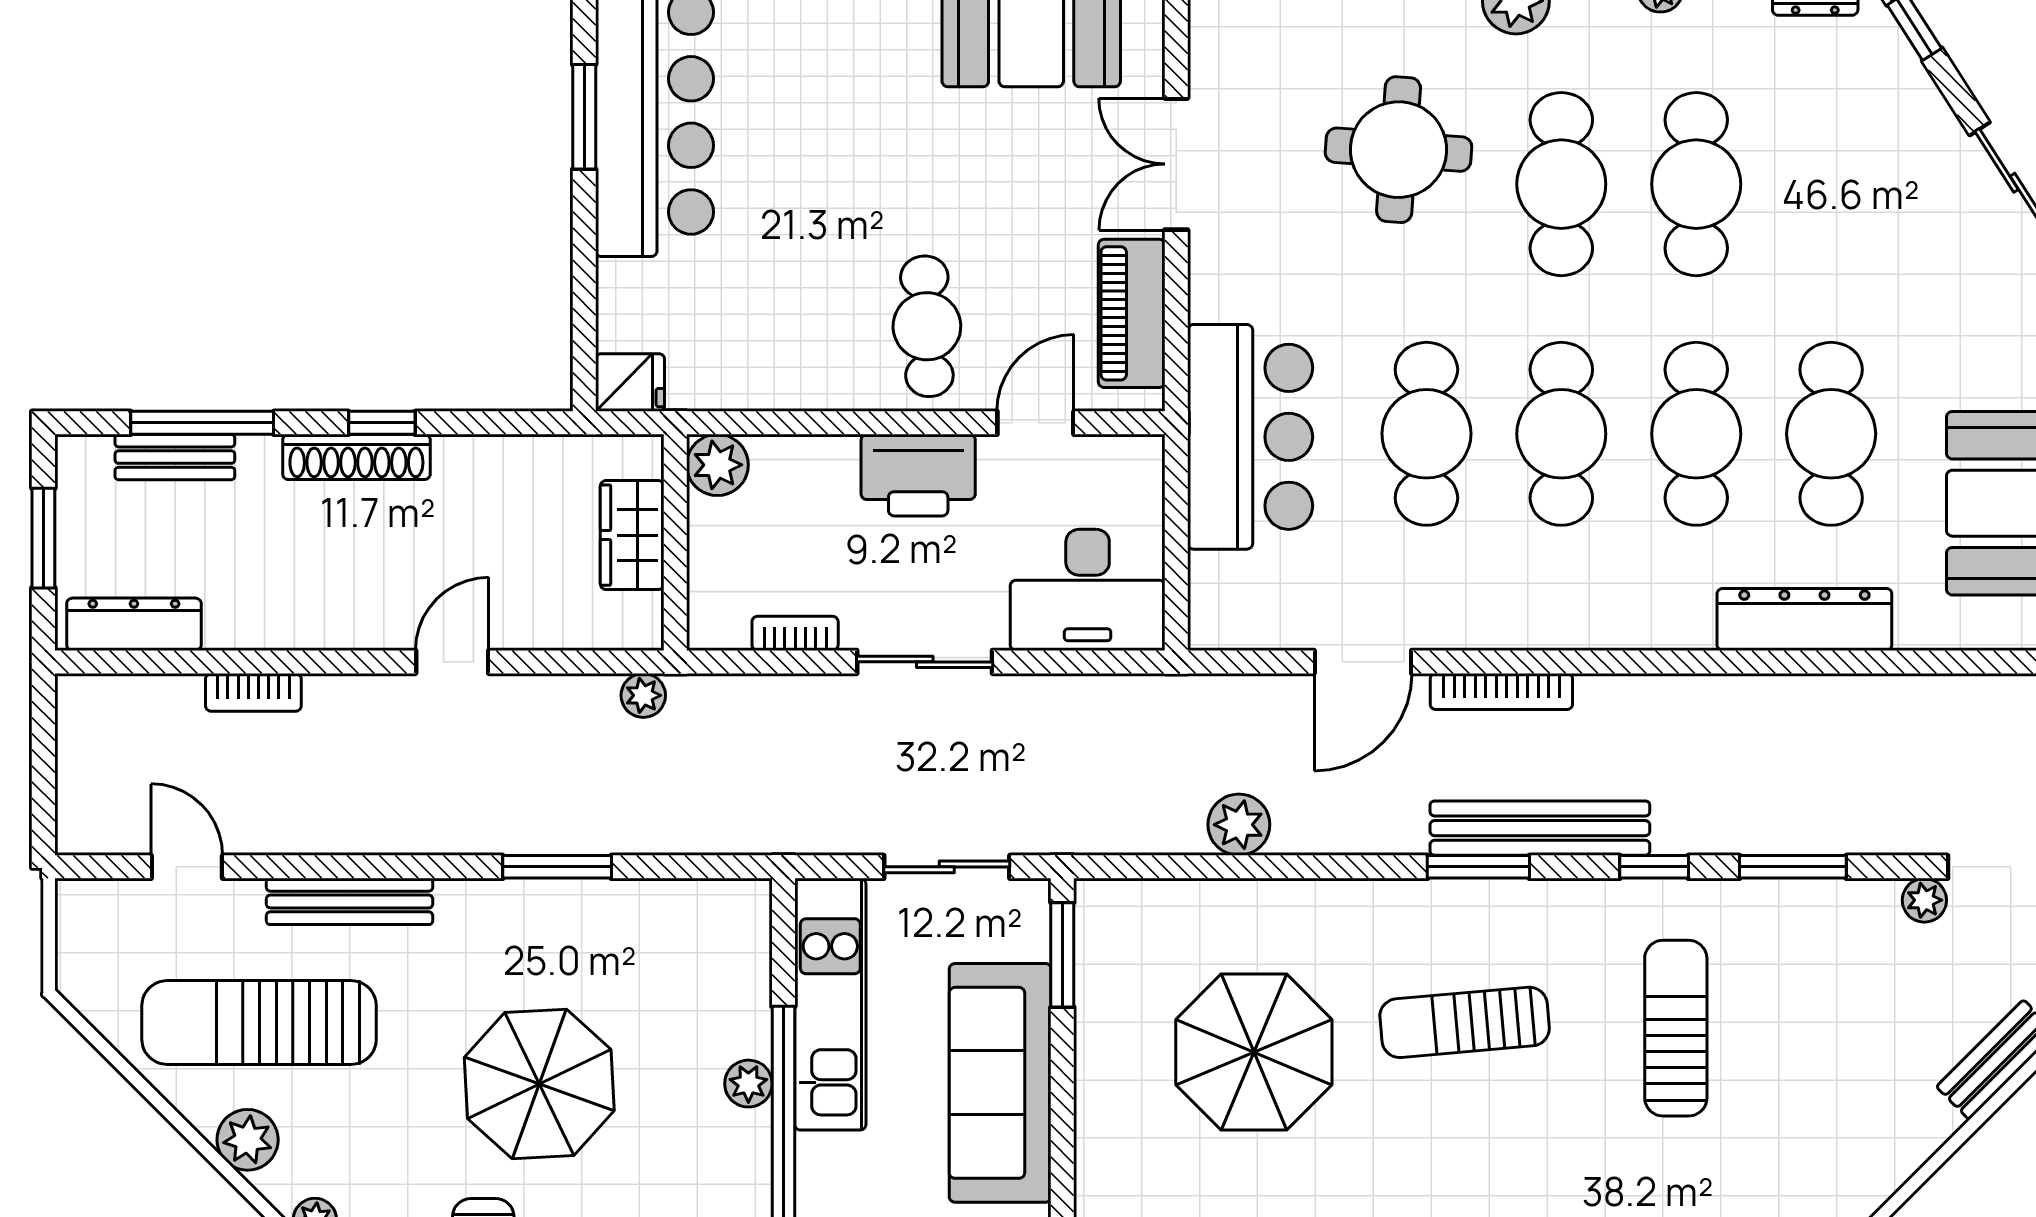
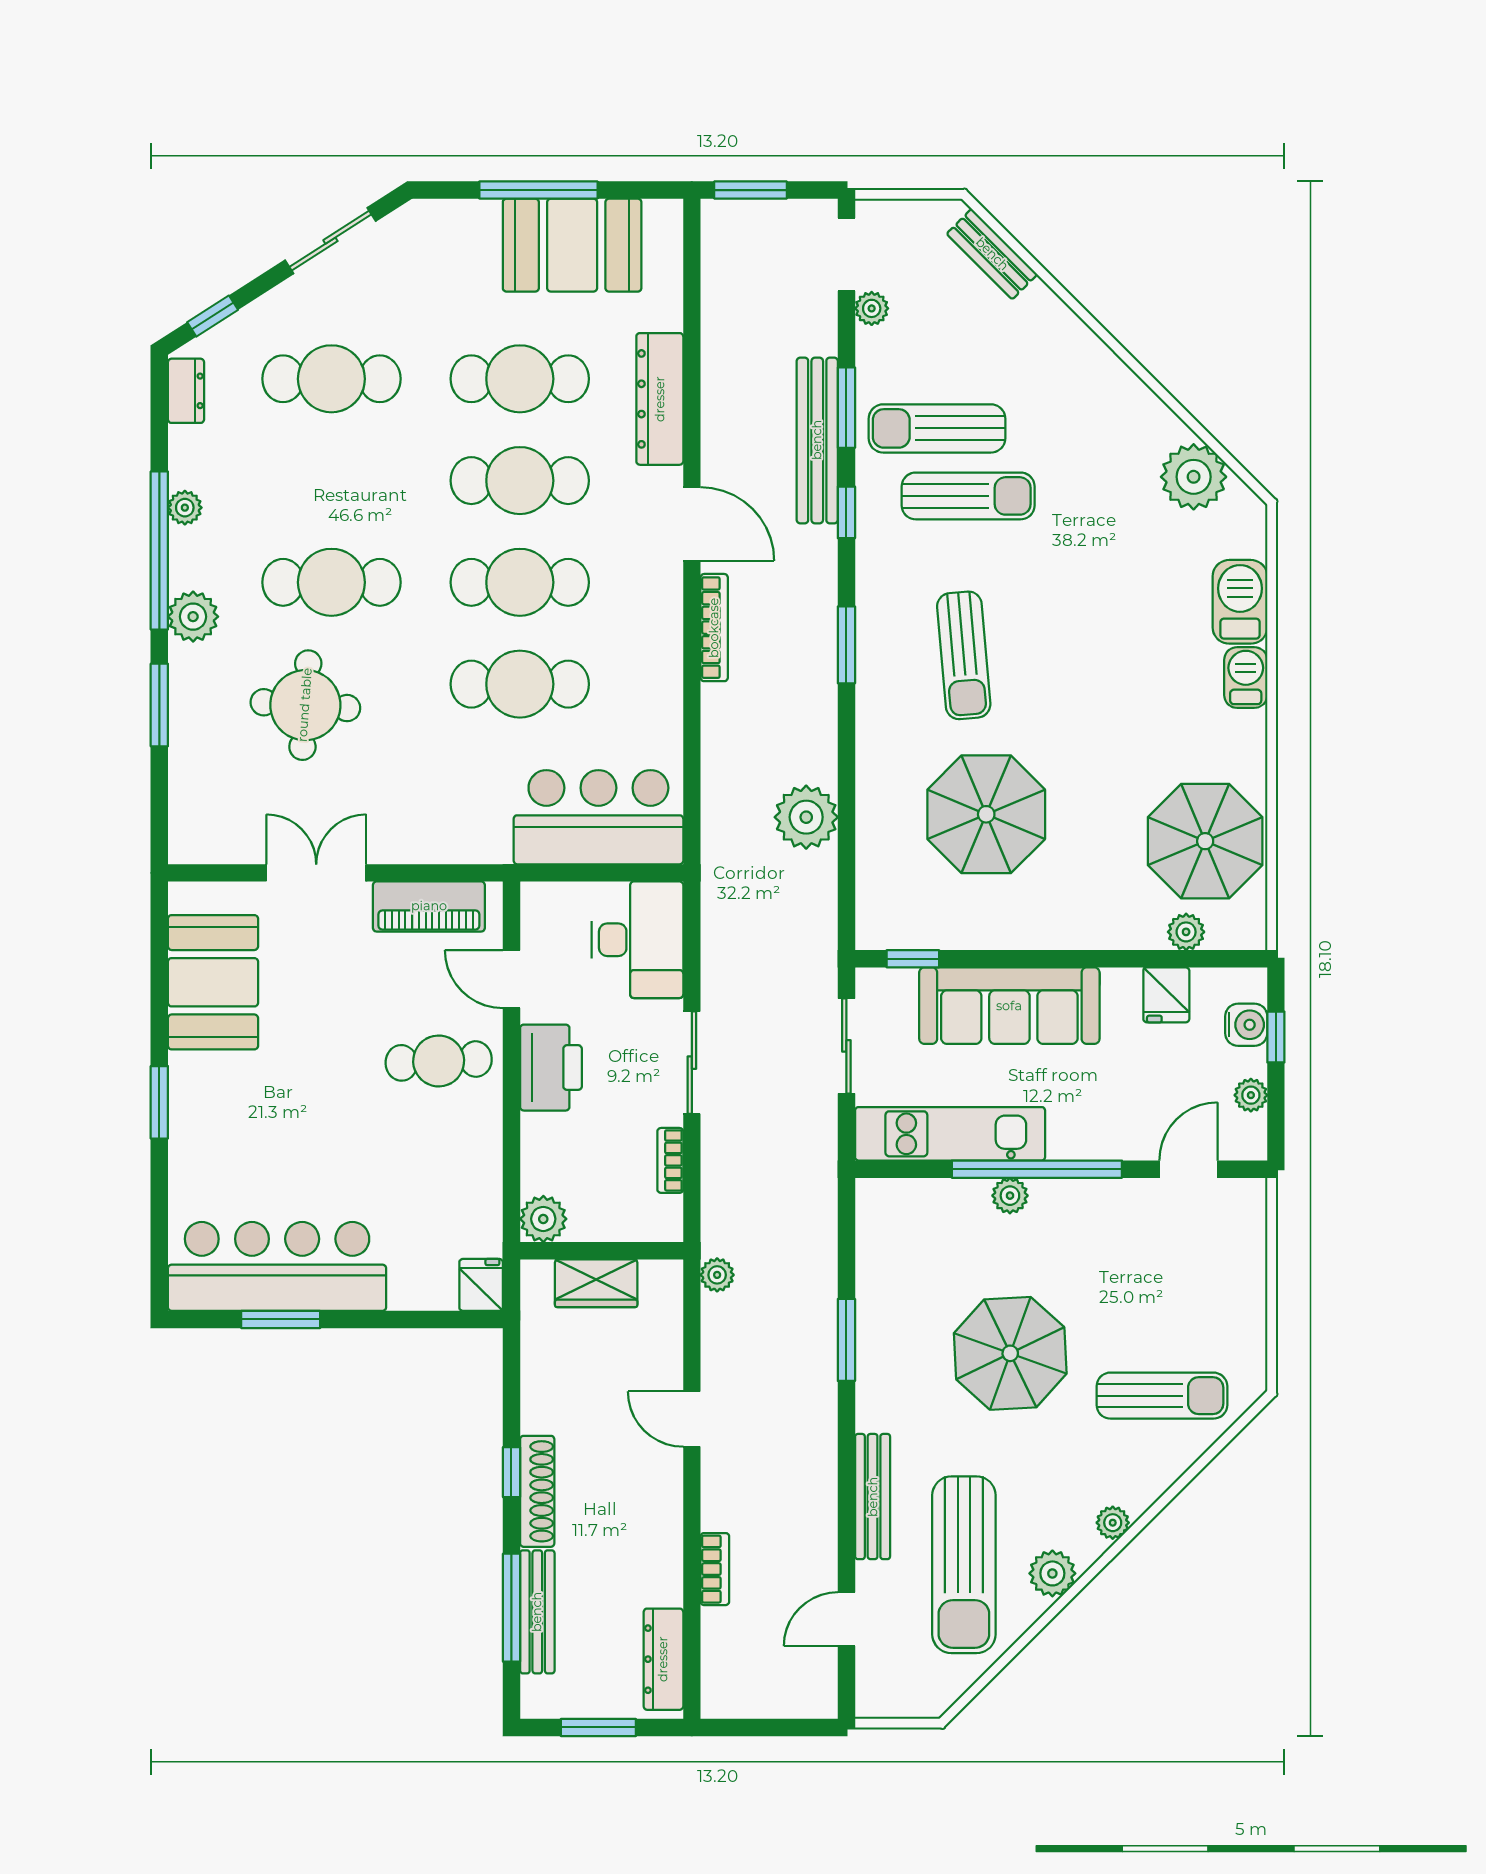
double door: (1176, 164) -> (316, 873), swing flipped
cafe table: (1696, 184) -> (331, 379), moved
bar counter: (1250, 437) -> (598, 817), moved
bench: (175, 457) -> (537, 1612), width x1.36
door: (1363, 662) -> (692, 524), moved
plant: (1239, 825) -> (806, 817), width x1.36, depth x1.36
bench: (1540, 828) -> (817, 440), moved
window: (1062, 955) -> (913, 959), width x0.67
sun lounger: (1765, 987) -> (937, 428), added
sun lounger: (1676, 1028) -> (968, 496), turned 180

